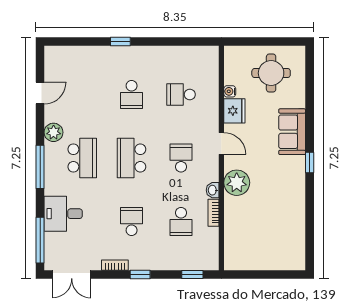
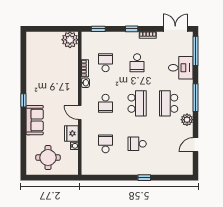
school desk: (132, 95) -> (137, 144), turned -90
school desk: (181, 95) -> (106, 144), turned -90
plant: (237, 183) -> (70, 40), moved

